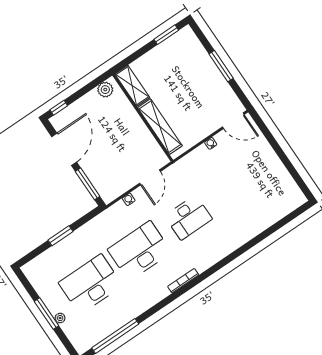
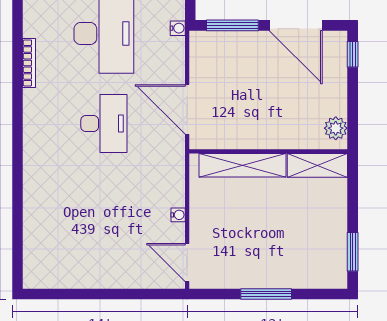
door: (233, 121) -> (187, 262), hinge flipped
door: (150, 177) -> (187, 109), width x1.36
water cooler: (129, 199) -> (178, 28), moved
desk: (188, 217) -> (104, 124), turned 180

